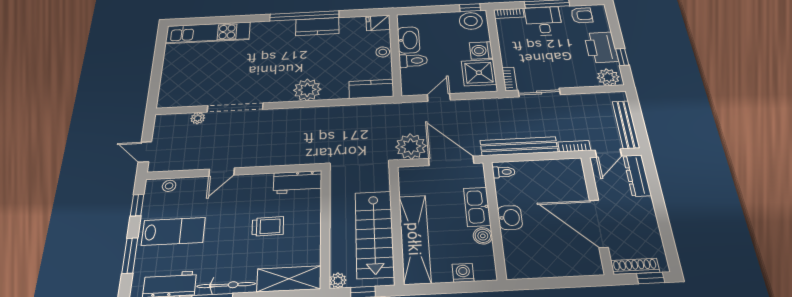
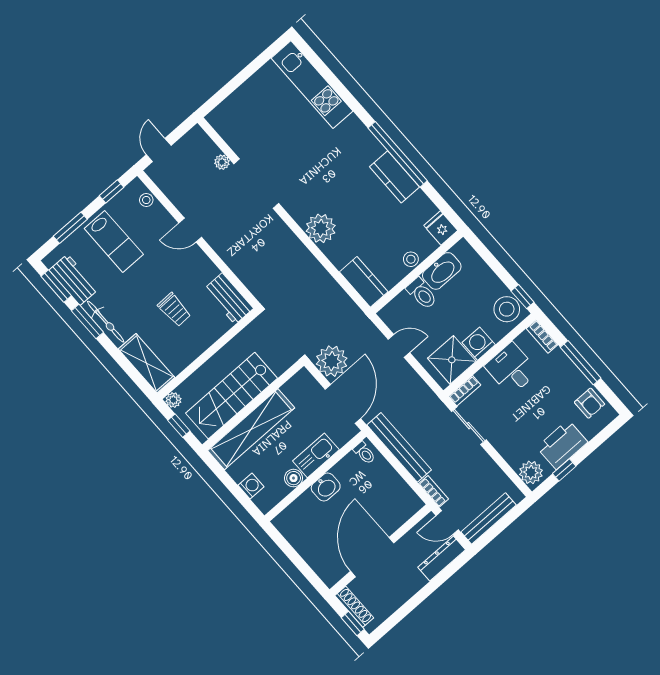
desk: (544, 21) -> (511, 369), moved, turned -90

